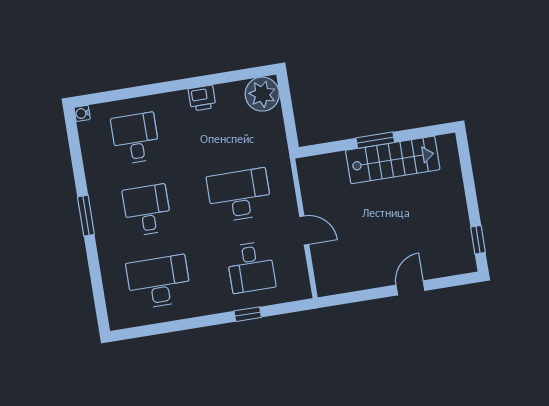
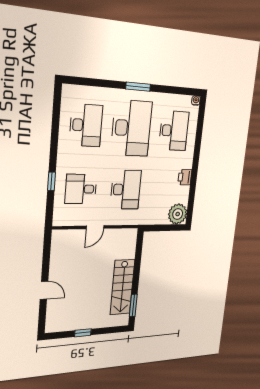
desk: (135, 139) -> (174, 131), width x1.37
window: (375, 140) -> (133, 305), moved
desk: (147, 210) -> (131, 128), width x1.87, depth x1.30
window: (478, 240) -> (83, 333), moved

